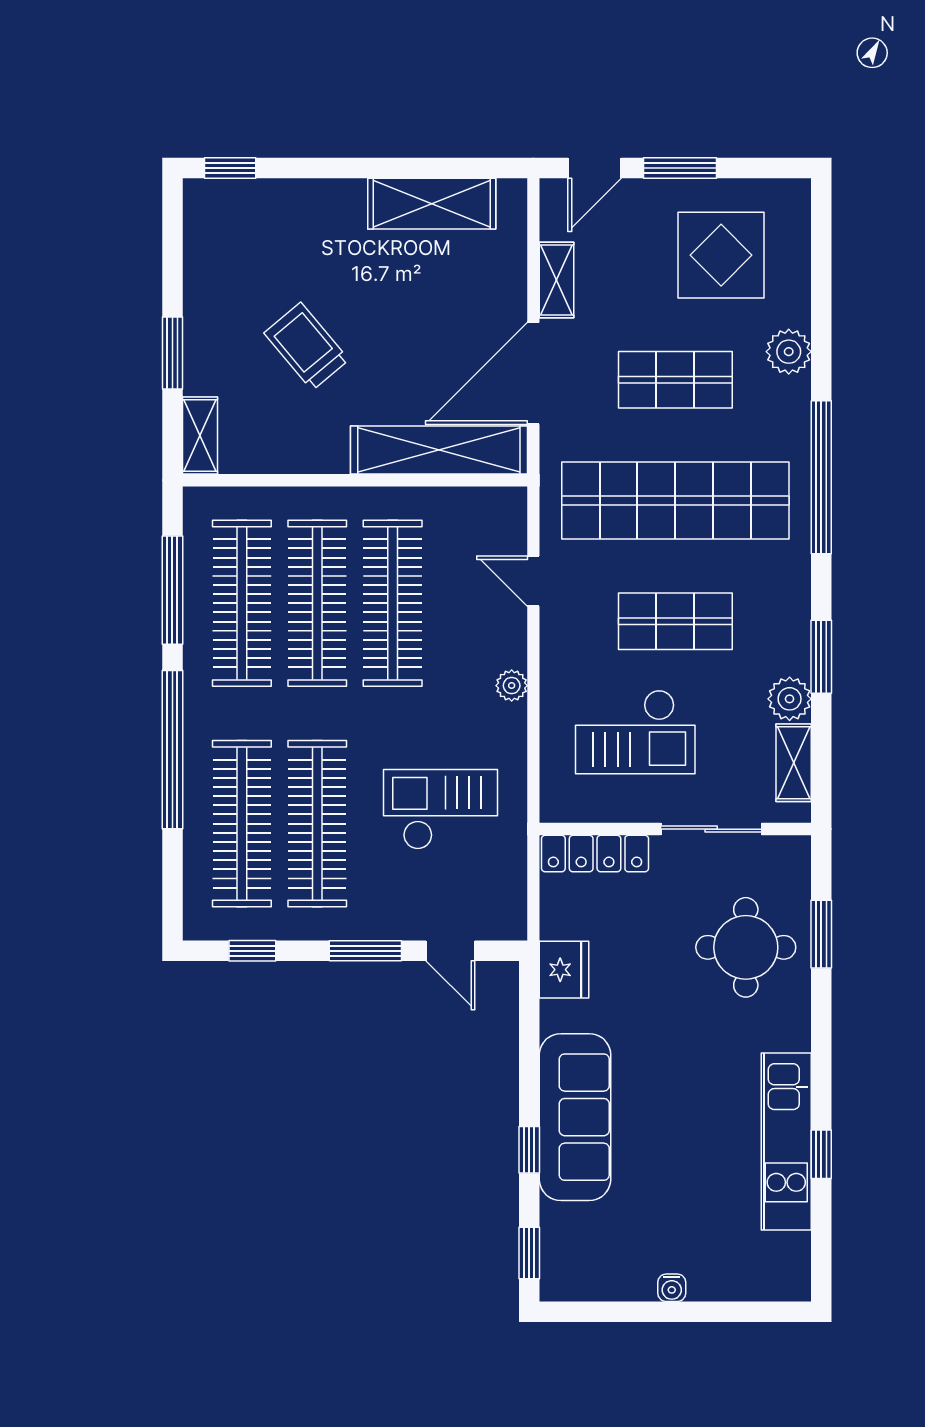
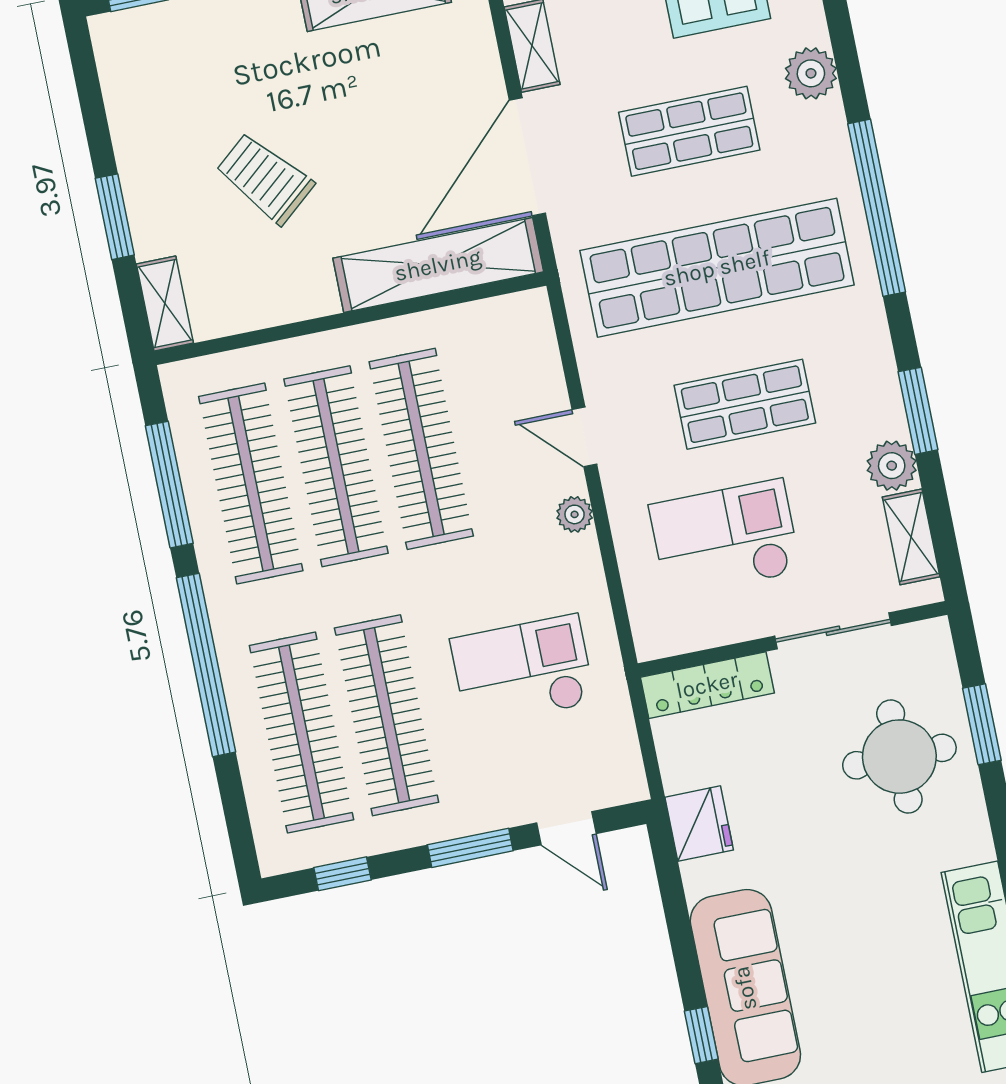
door: (533, 581) -> (584, 437), moved
checkout: (635, 732) -> (725, 538), turned 180

